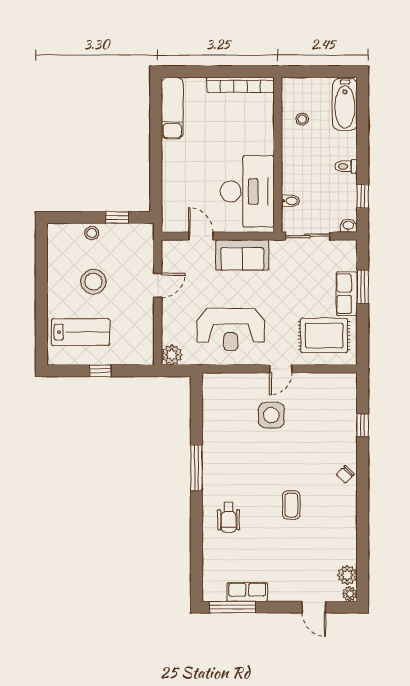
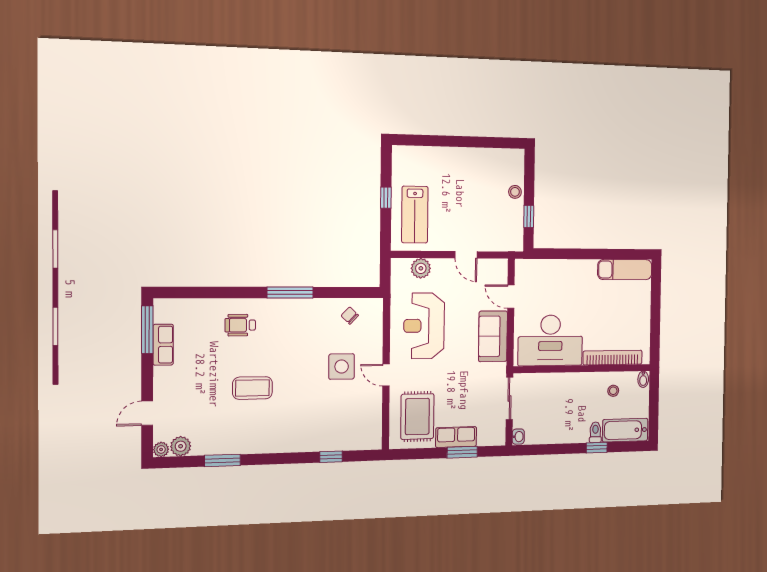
bookcase: (240, 85) -> (613, 358), moved, turned 90
toilet: (346, 166) -> (595, 432), moved
window: (363, 196) -> (597, 448), moved
bidet: (290, 201) -> (643, 379), moved
door: (201, 236) -> (511, 297), swing flipped
stool: (93, 282) -> (470, 193), removed
lab bench: (81, 332) -> (415, 215), moved
plant: (172, 355) -> (421, 268), moved
chair: (345, 474) -> (350, 316), moved
coffee table: (291, 505) -> (252, 388), width x1.36, depth x1.30
window: (363, 534) -> (222, 460), added

